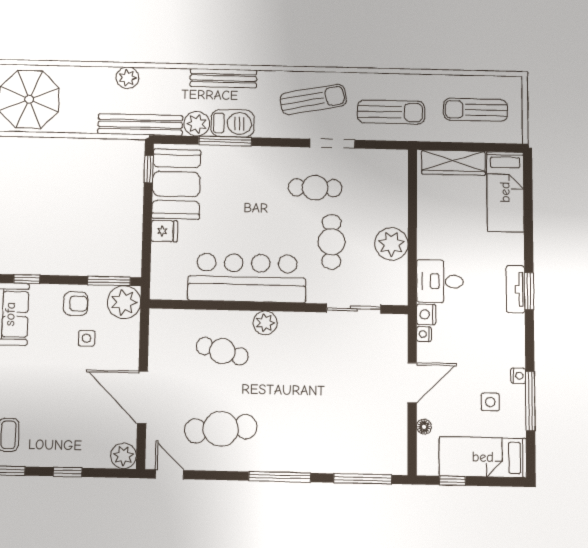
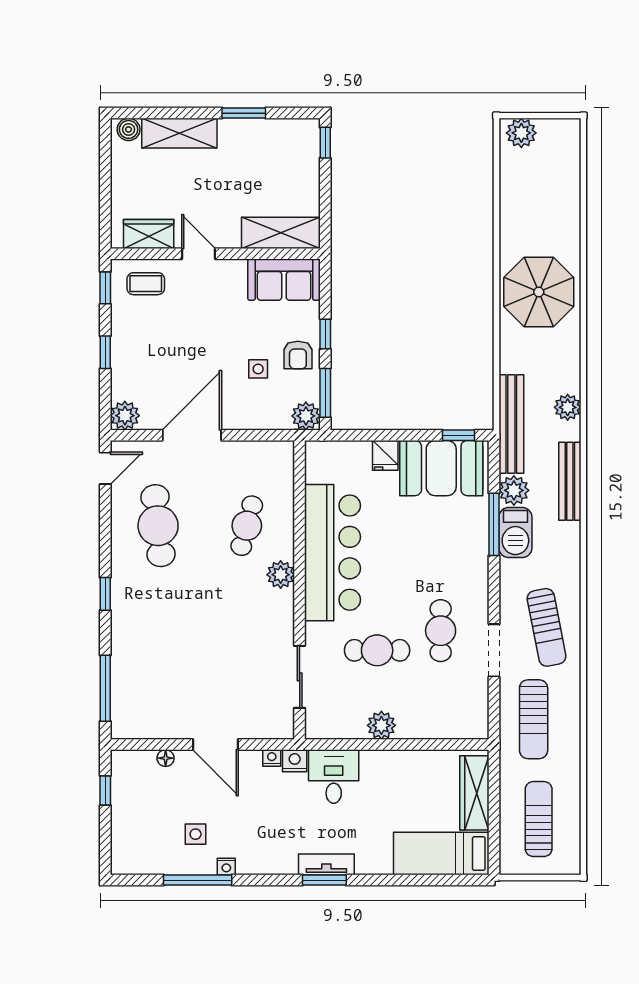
bench: (223, 78) -> (570, 481), moved
plant: (391, 244) -> (381, 725), width x0.73, depth x0.73
window: (27, 279) -> (325, 334), moved
plant: (124, 302) -> (306, 416), width x0.73, depth x0.73
bed: (483, 457) -> (133, 825), removed
window: (280, 477) -> (105, 594), width x0.46

